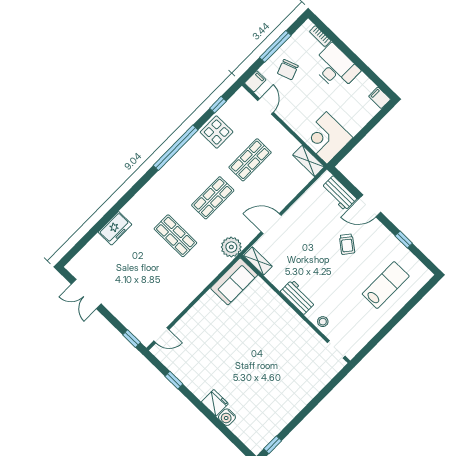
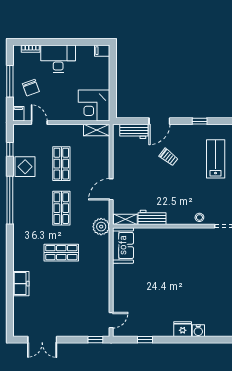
workbench: (298, 297) -> (152, 217), moved

